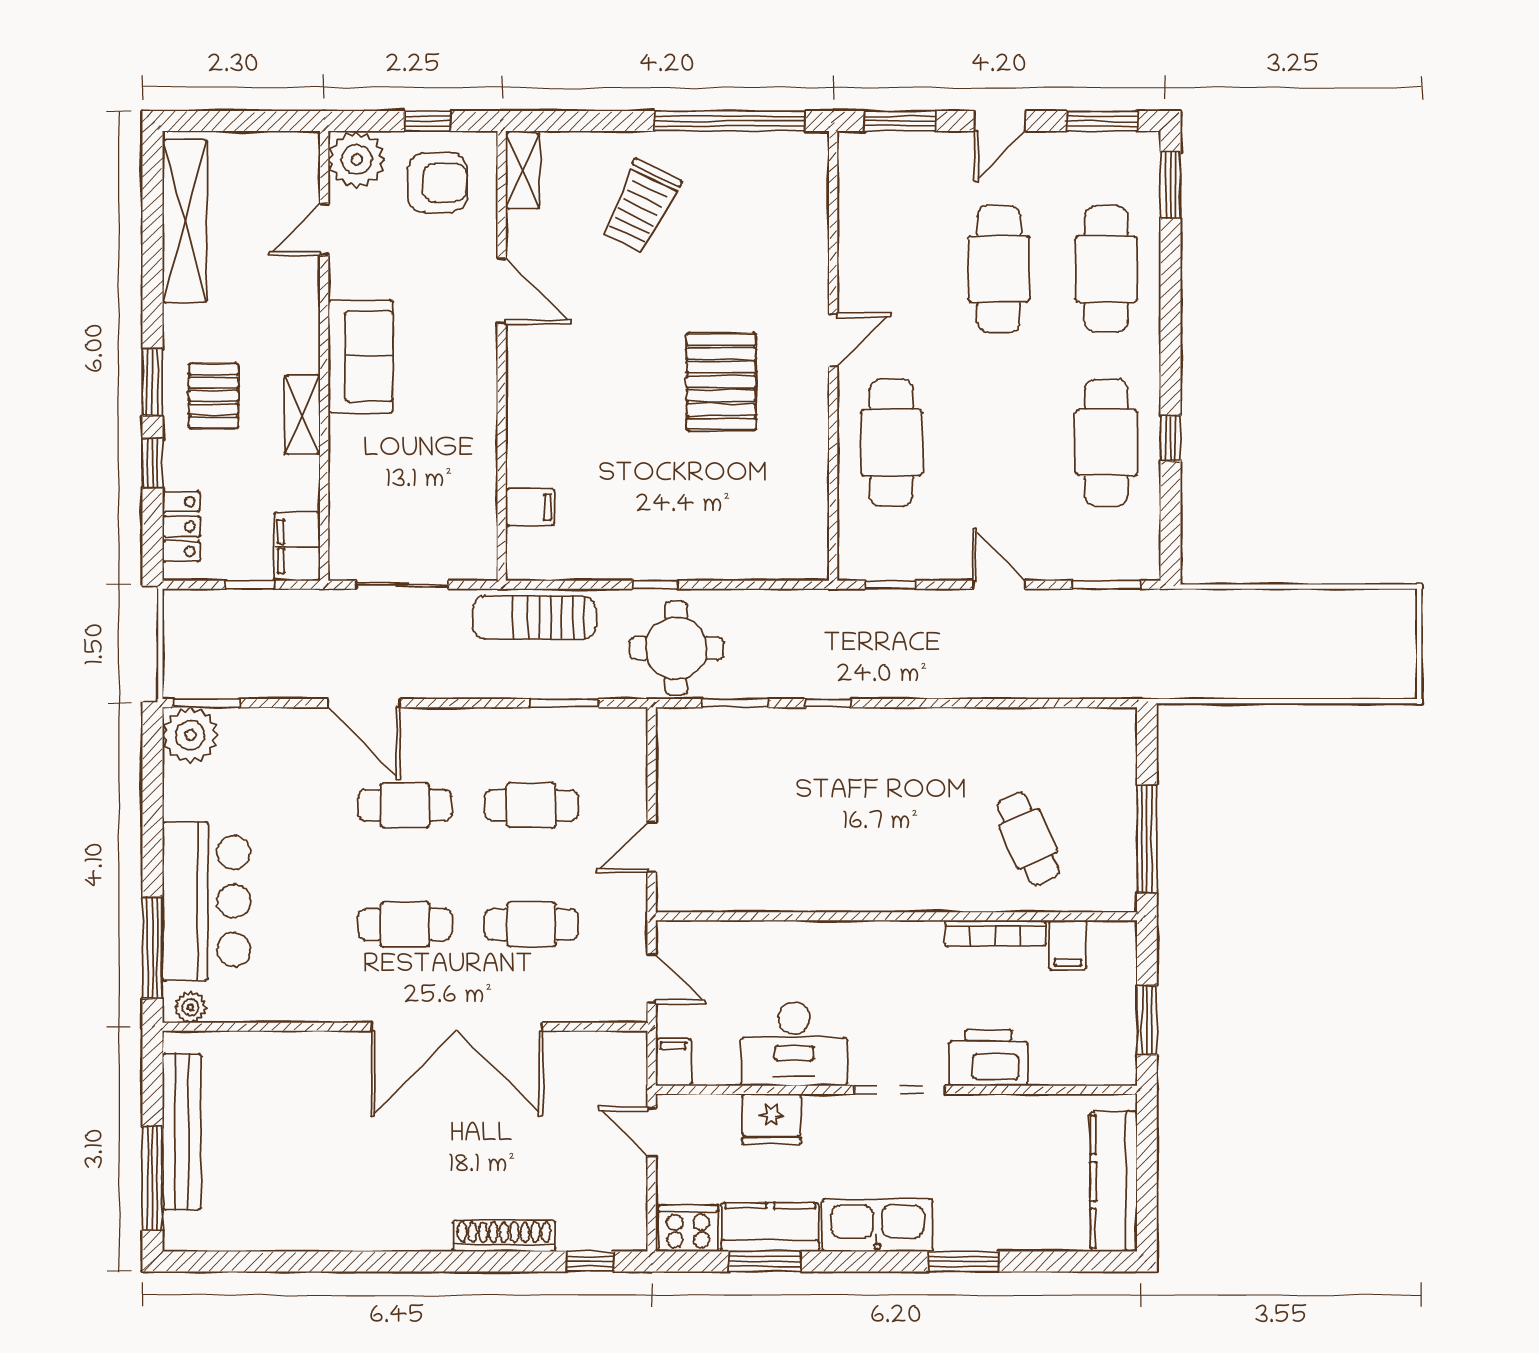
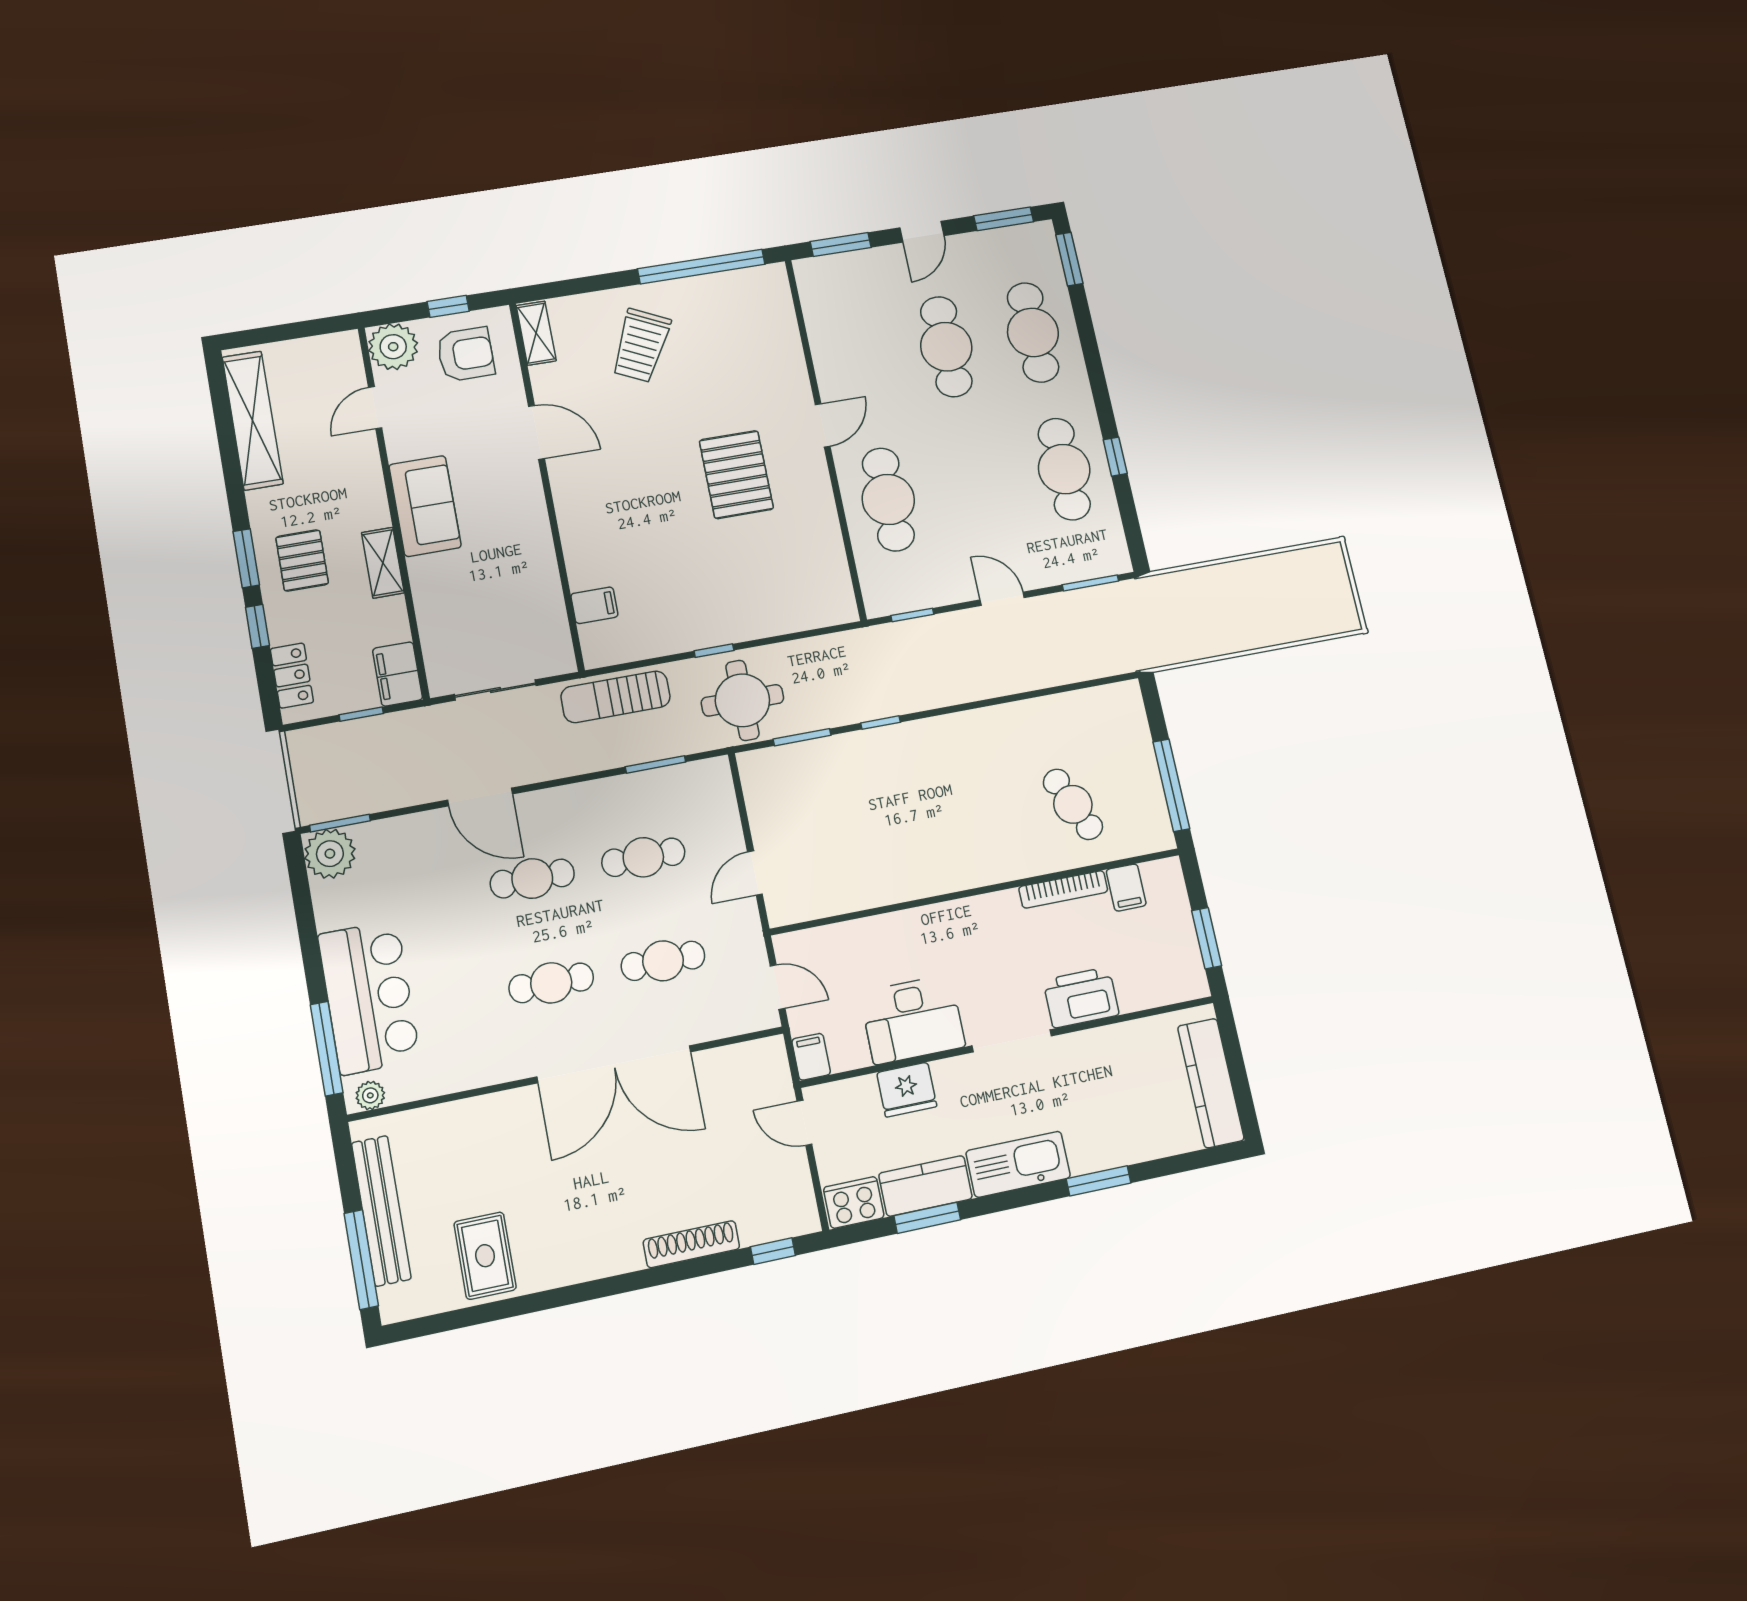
rug: (283, 1202) -> (485, 1256), added

